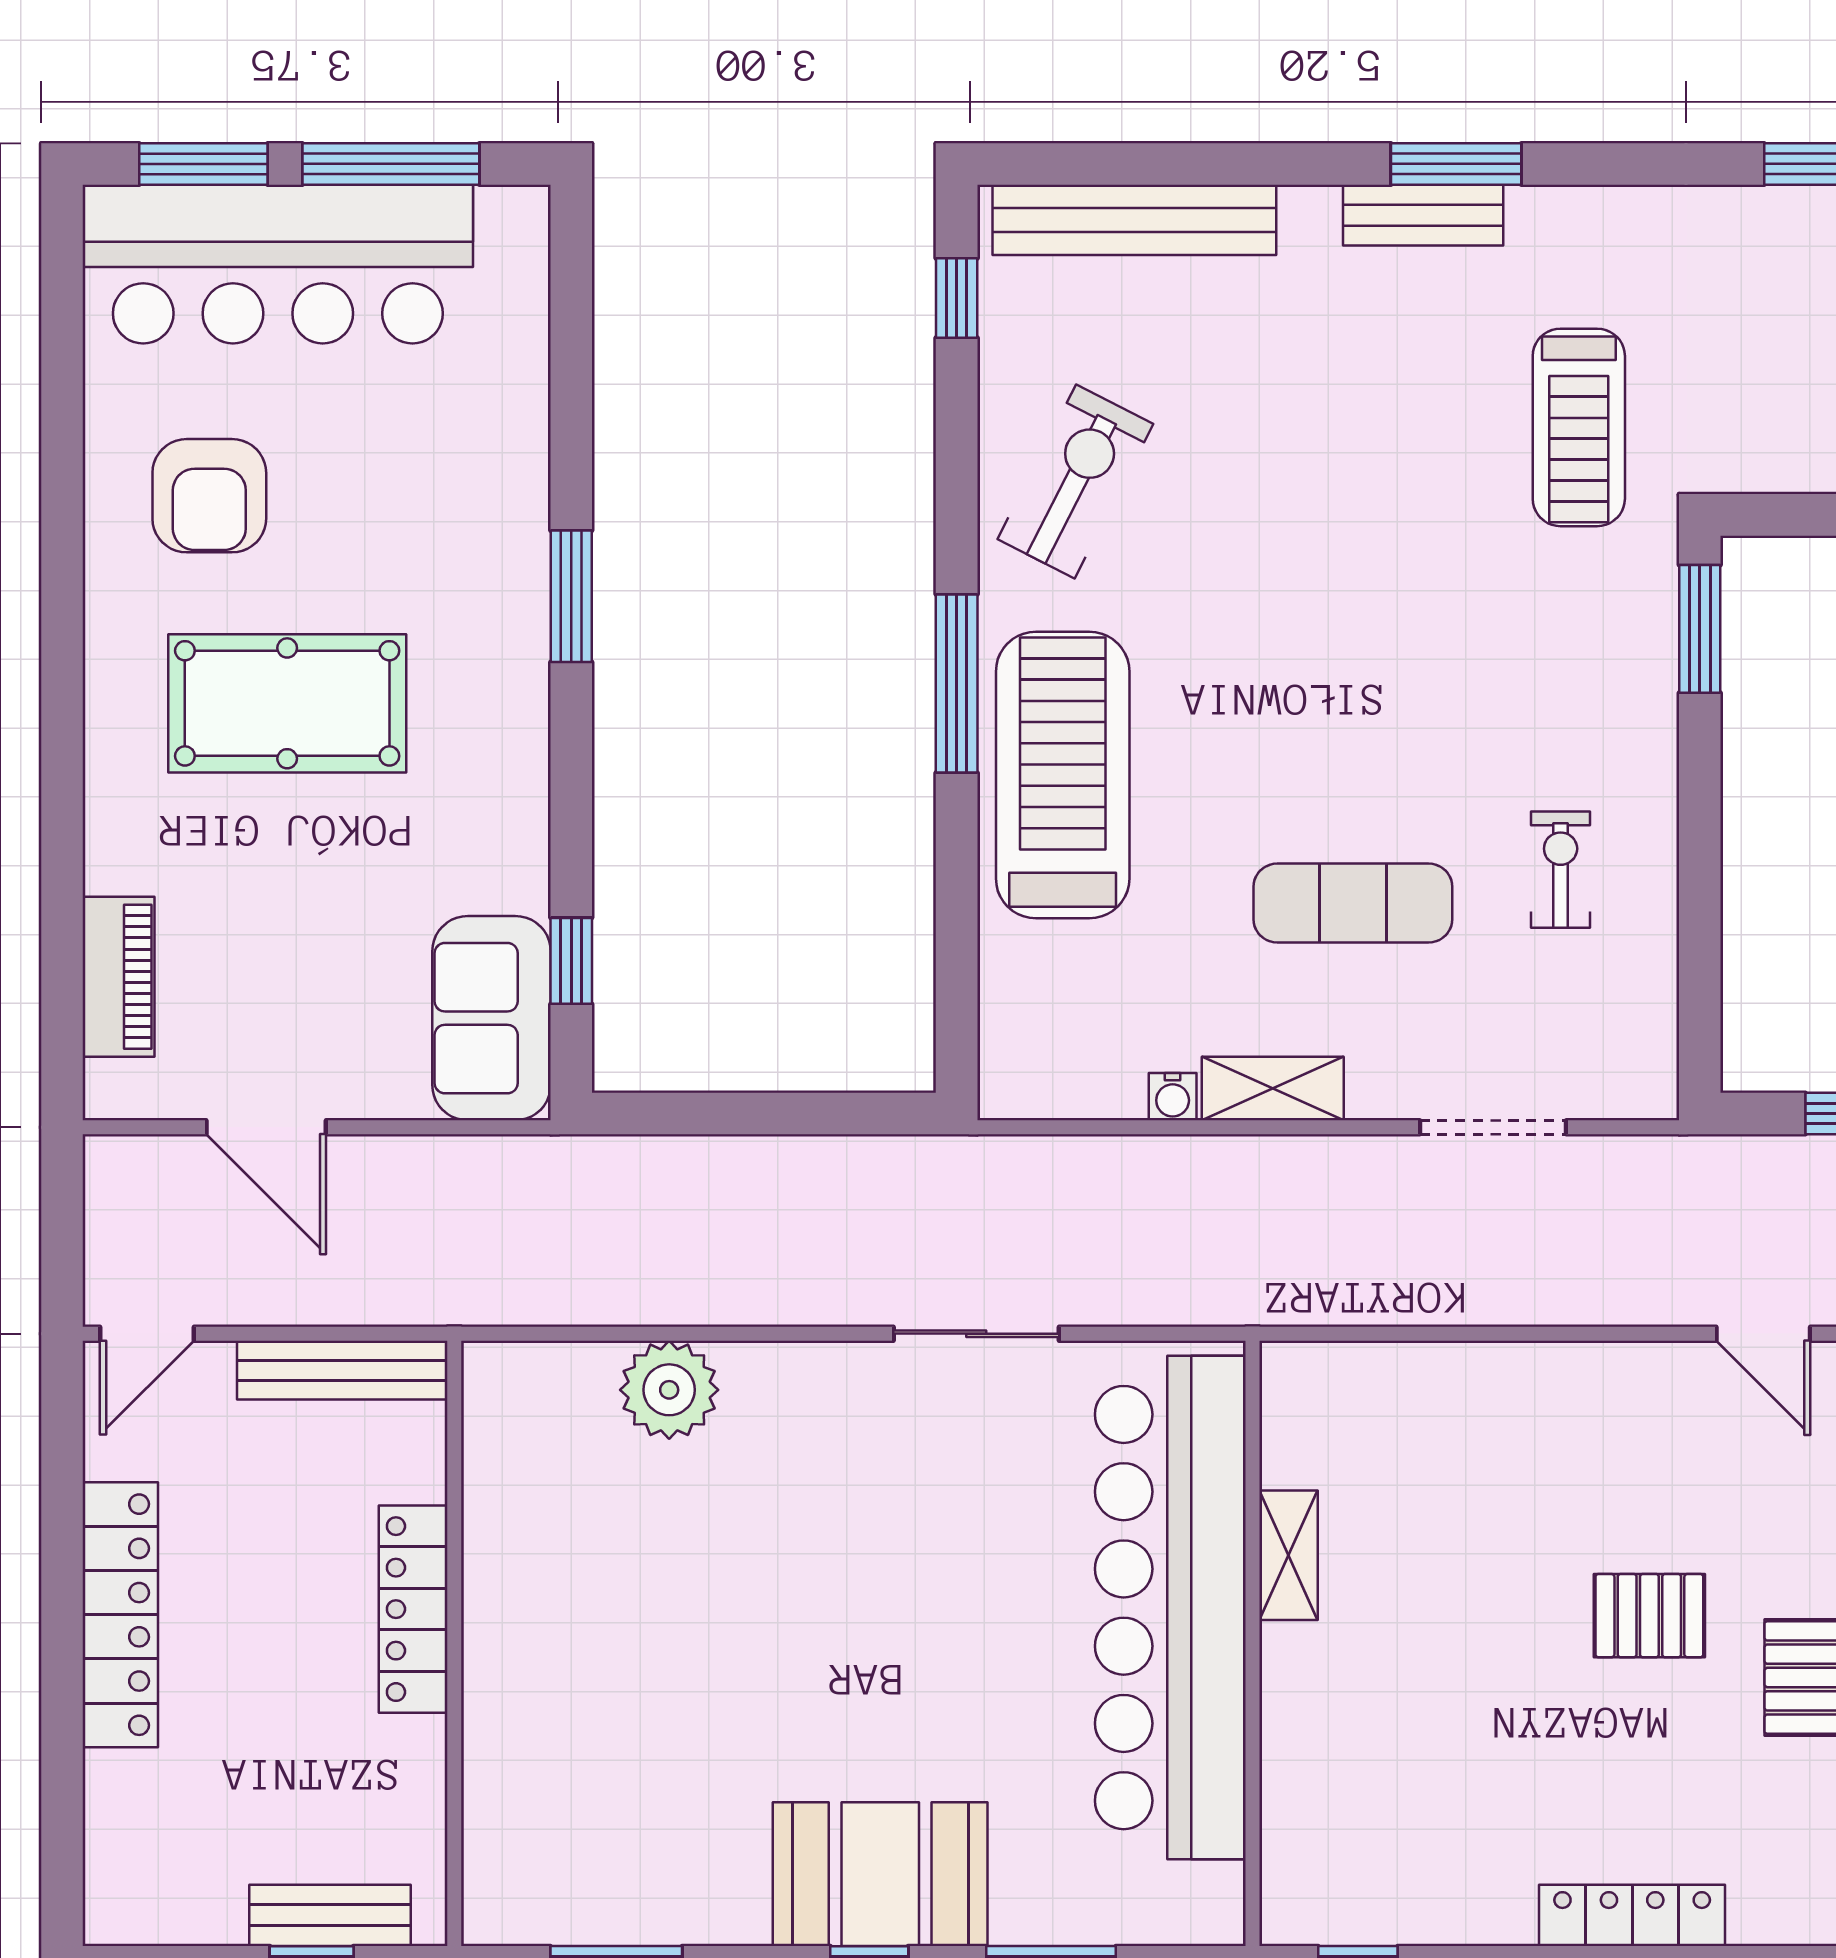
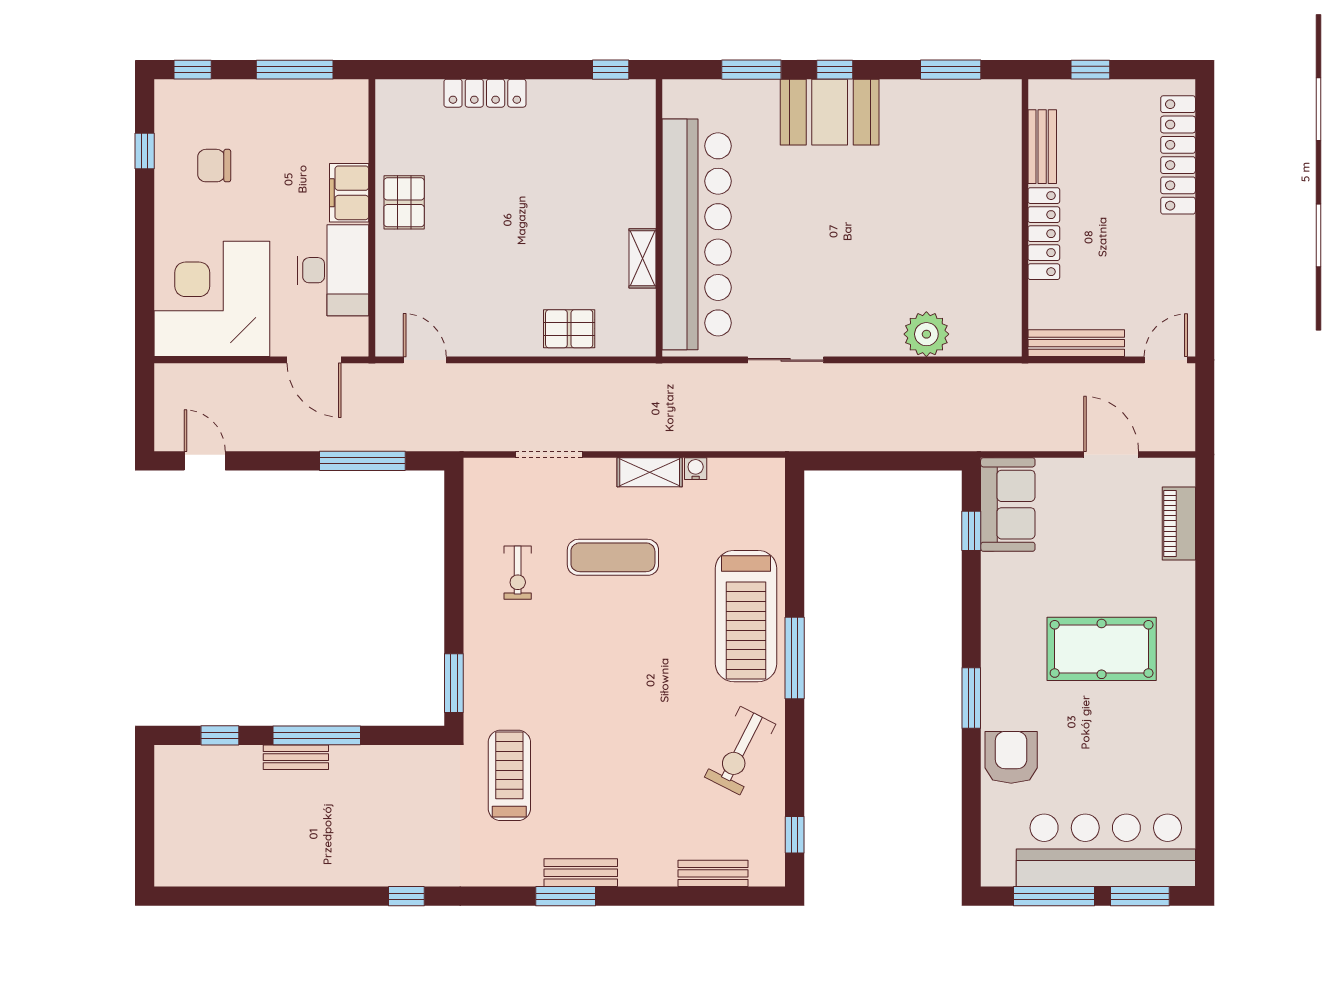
bench: (1134, 220) -> (713, 873), width x0.54, depth x0.82
armchair: (209, 496) -> (1011, 757), moved
locker: (120, 1615) -> (1178, 155), moved
pallet: (1649, 1616) -> (569, 329), moved
bench: (330, 1915) -> (1042, 147), moved, turned 90

